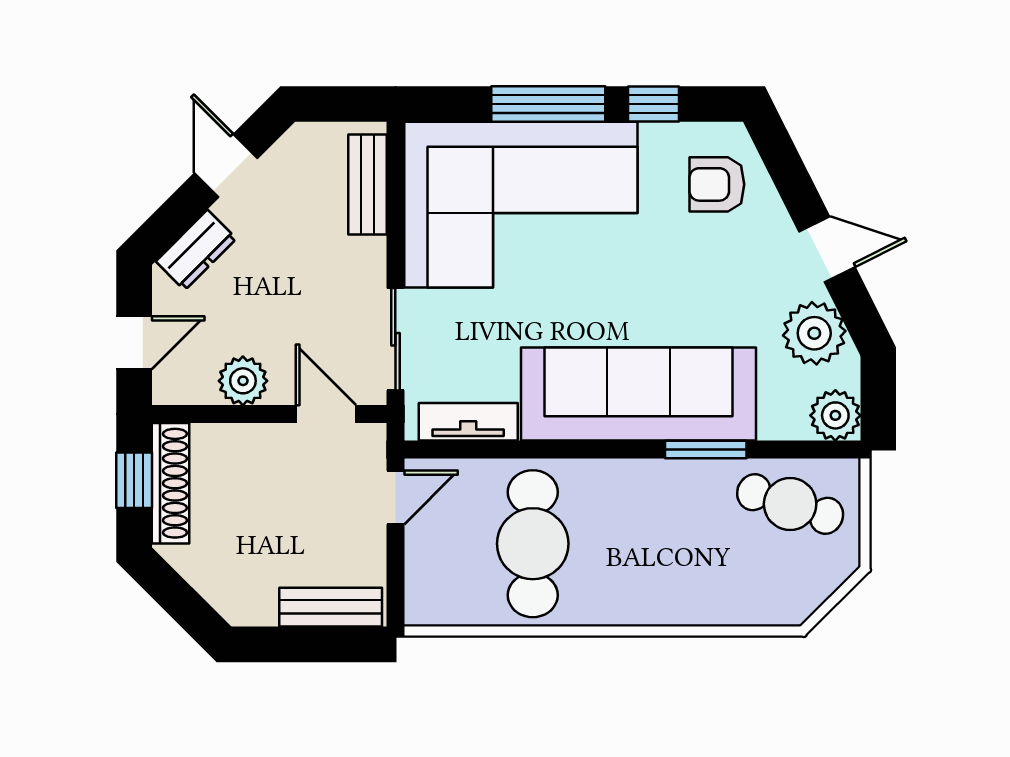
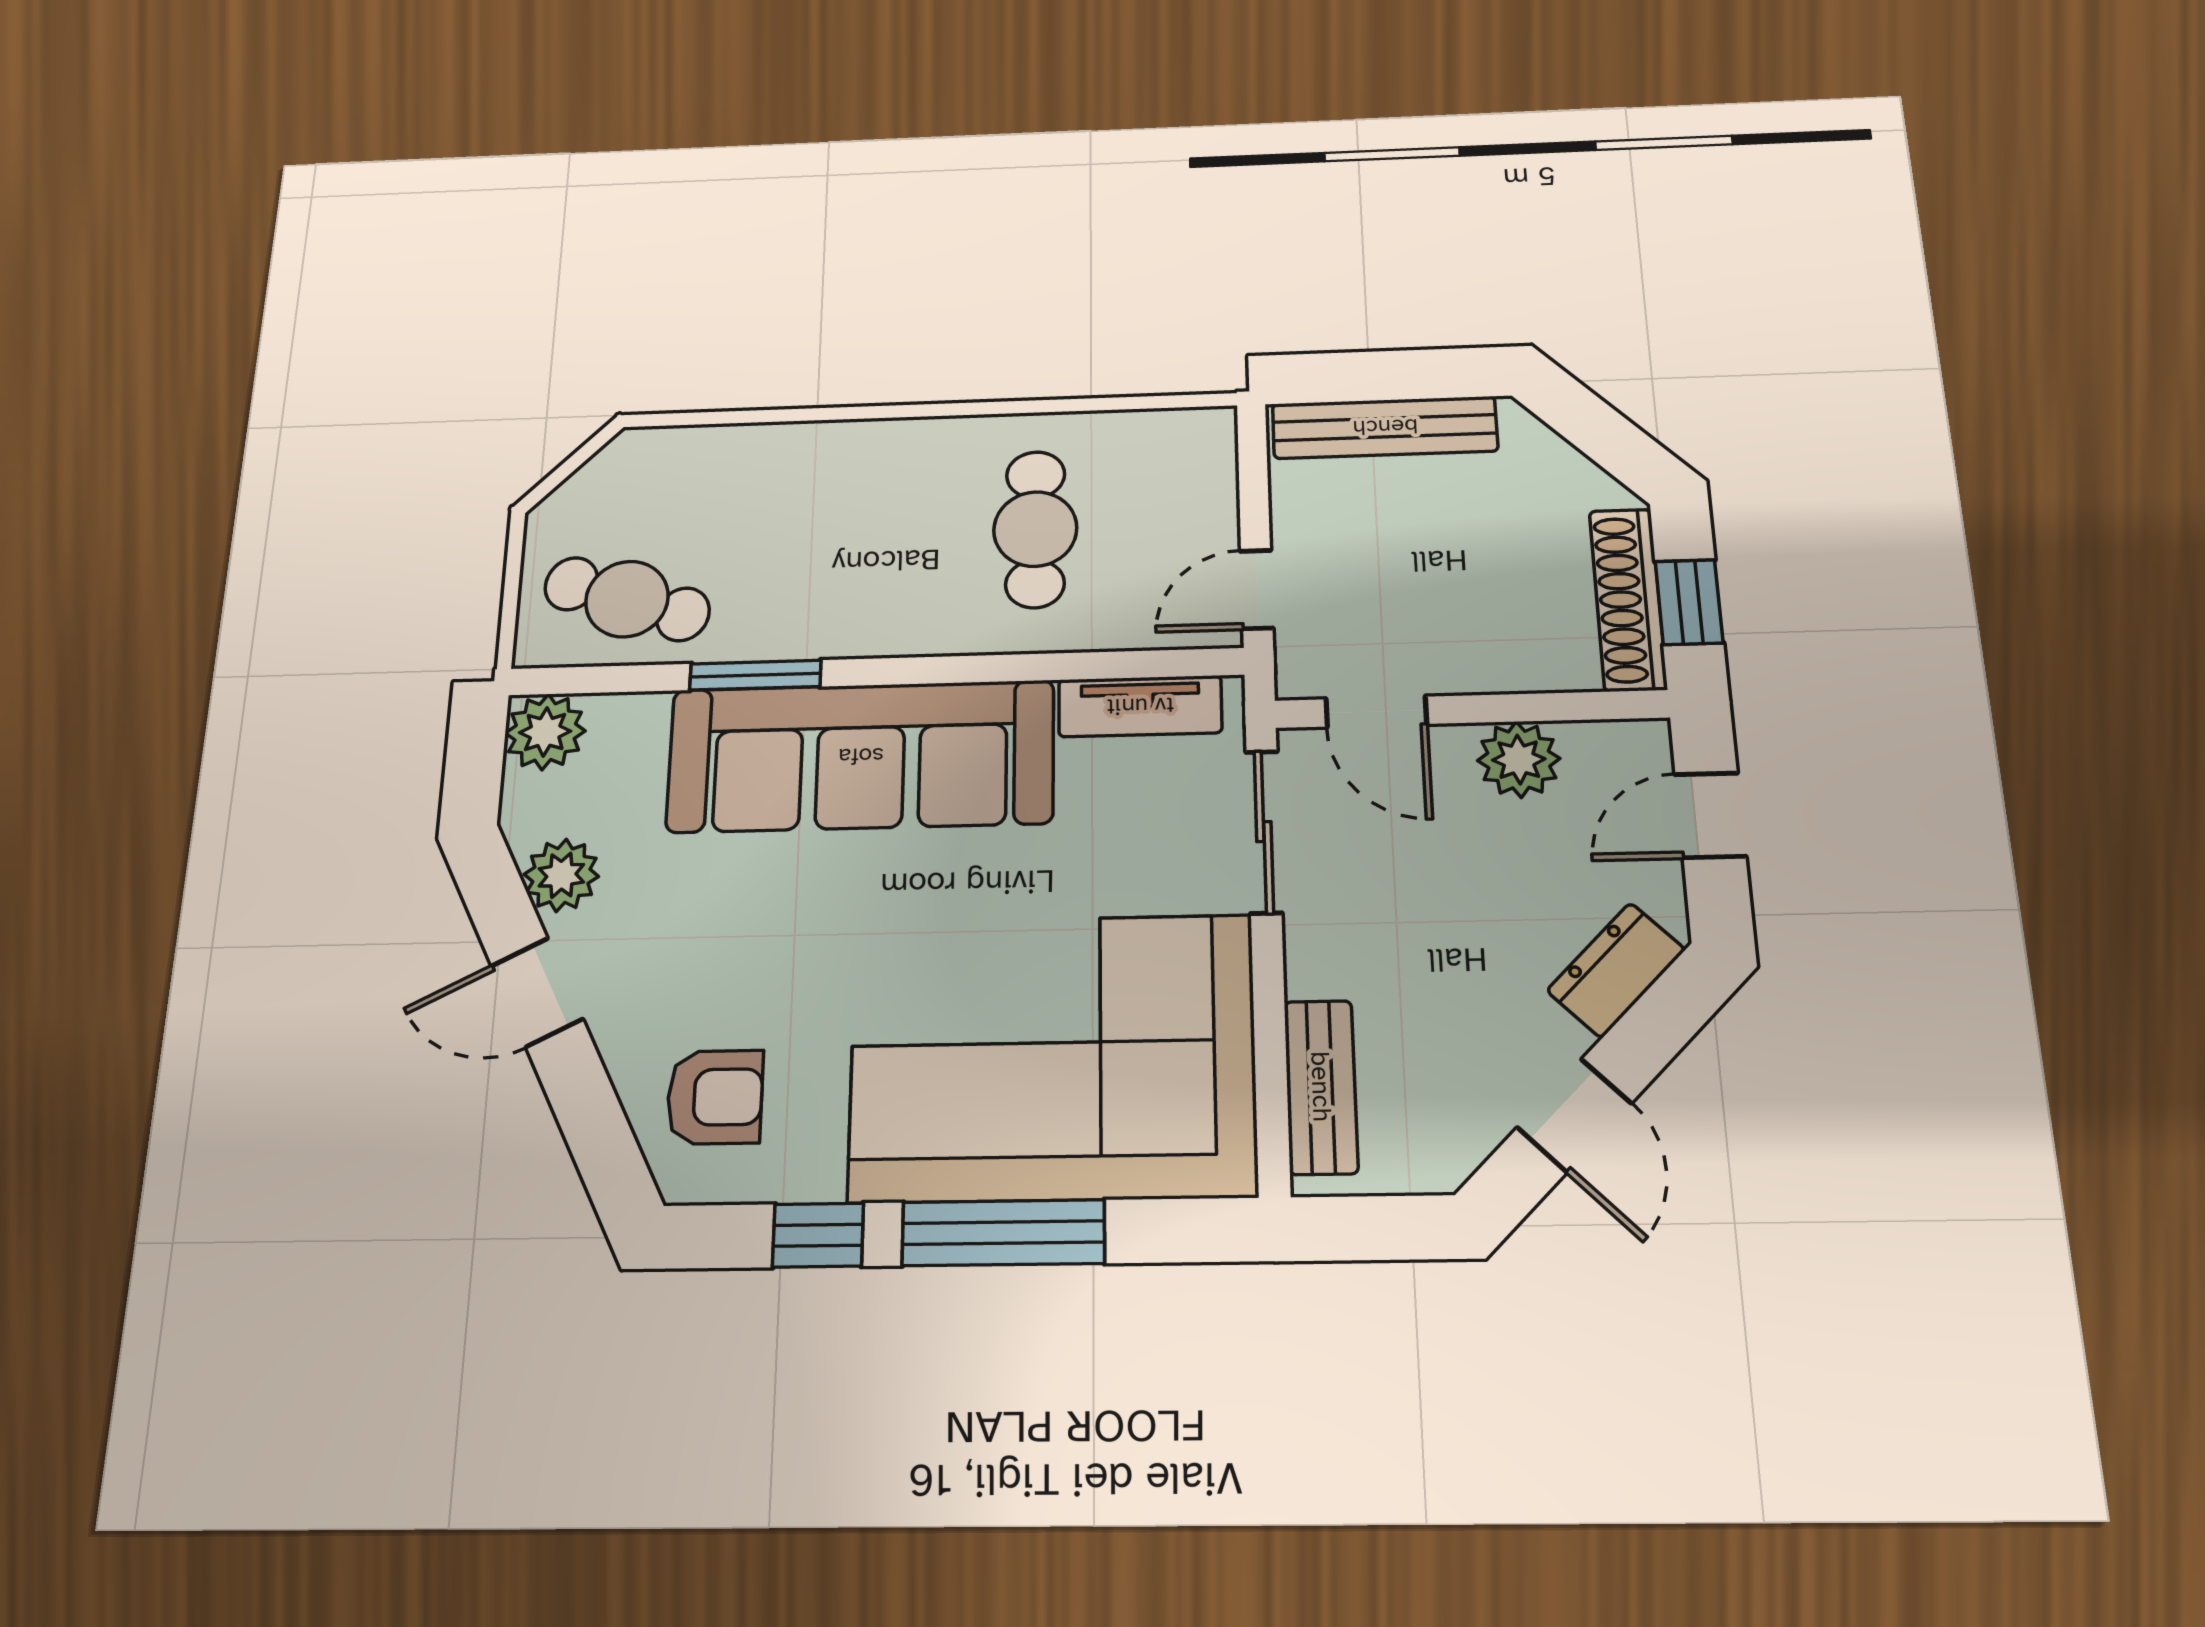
plant: (814, 333) -> (561, 875), width x0.73, depth x0.73
cafe table: (533, 544) -> (1035, 529), width x0.73, depth x0.74
bench: (331, 607) -> (1385, 427), width x1.36

